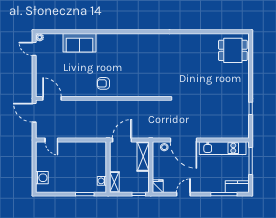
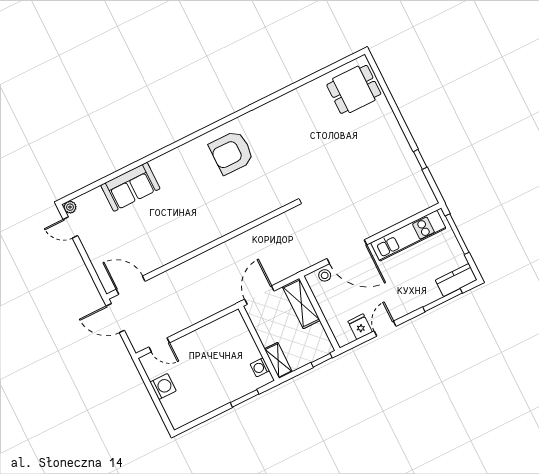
armchair: (103, 83) -> (232, 152), moved, width x1.88, depth x1.88
washing machine: (42, 178) -> (163, 386), moved
fridge: (158, 186) -> (360, 327), moved

